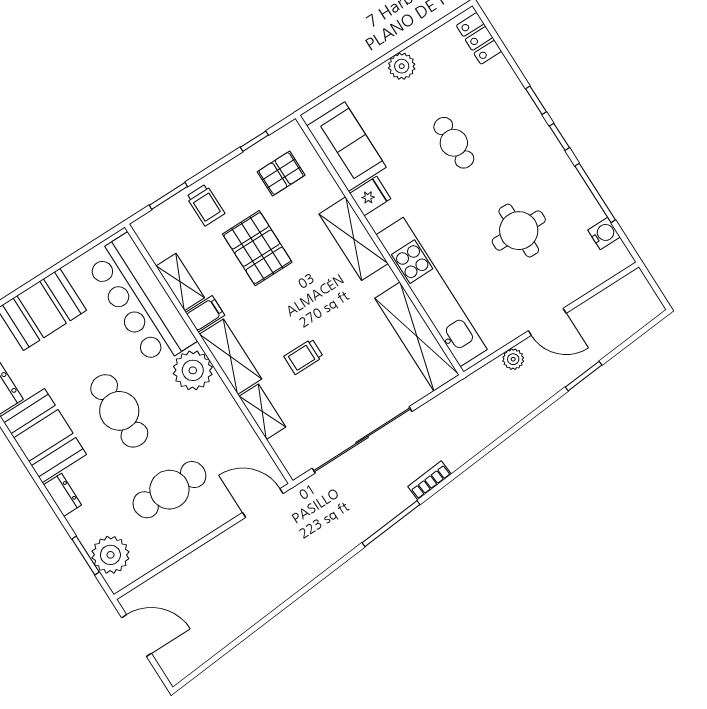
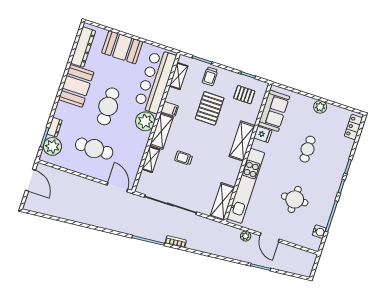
shelving: (180, 282) -> (179, 76), moved
shelving: (417, 337) -> (222, 202), width x0.68
dresser: (62, 495) -> (55, 127), moved

